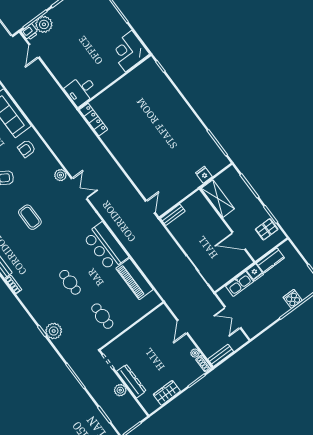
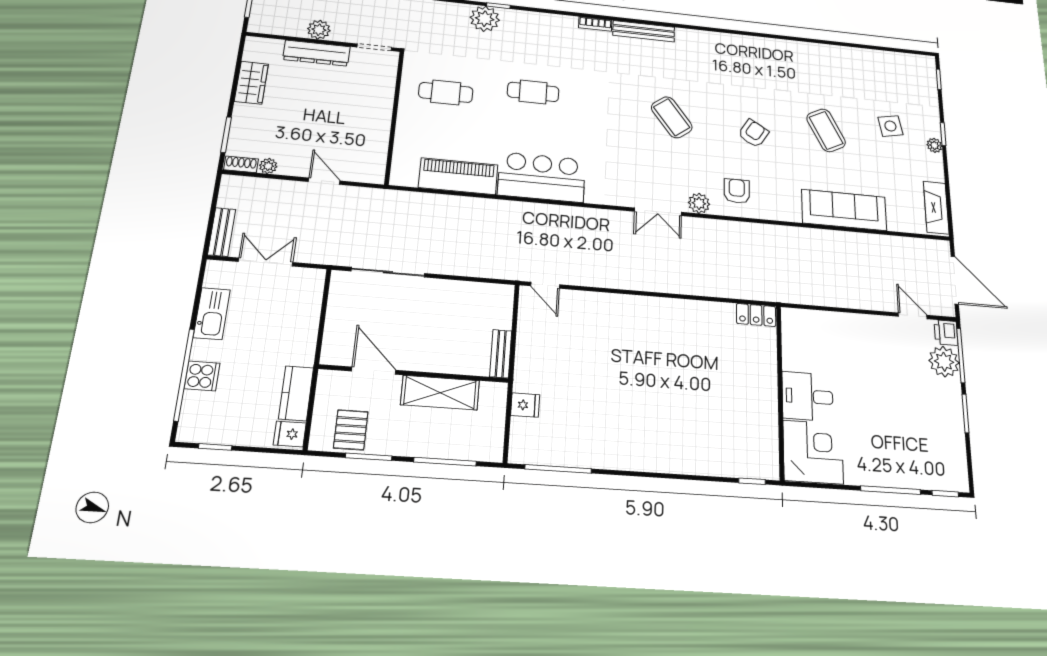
desk: (81, 90) -> (808, 396), moved, turned -90
locker: (94, 120) -> (756, 315), width x0.66
armchair: (27, 149) -> (737, 191), moved
shelving: (218, 199) -> (440, 393), moved
bench: (173, 215) -> (501, 354), moved
coffee table: (30, 217) -> (672, 117), turned 53
door: (239, 241) -> (374, 371), hinge flipped
fridge: (255, 272) -> (290, 434), moved
kitchen sink: (240, 284) -> (212, 314), moved, turned 180
bench: (221, 355) -> (222, 232), moved

